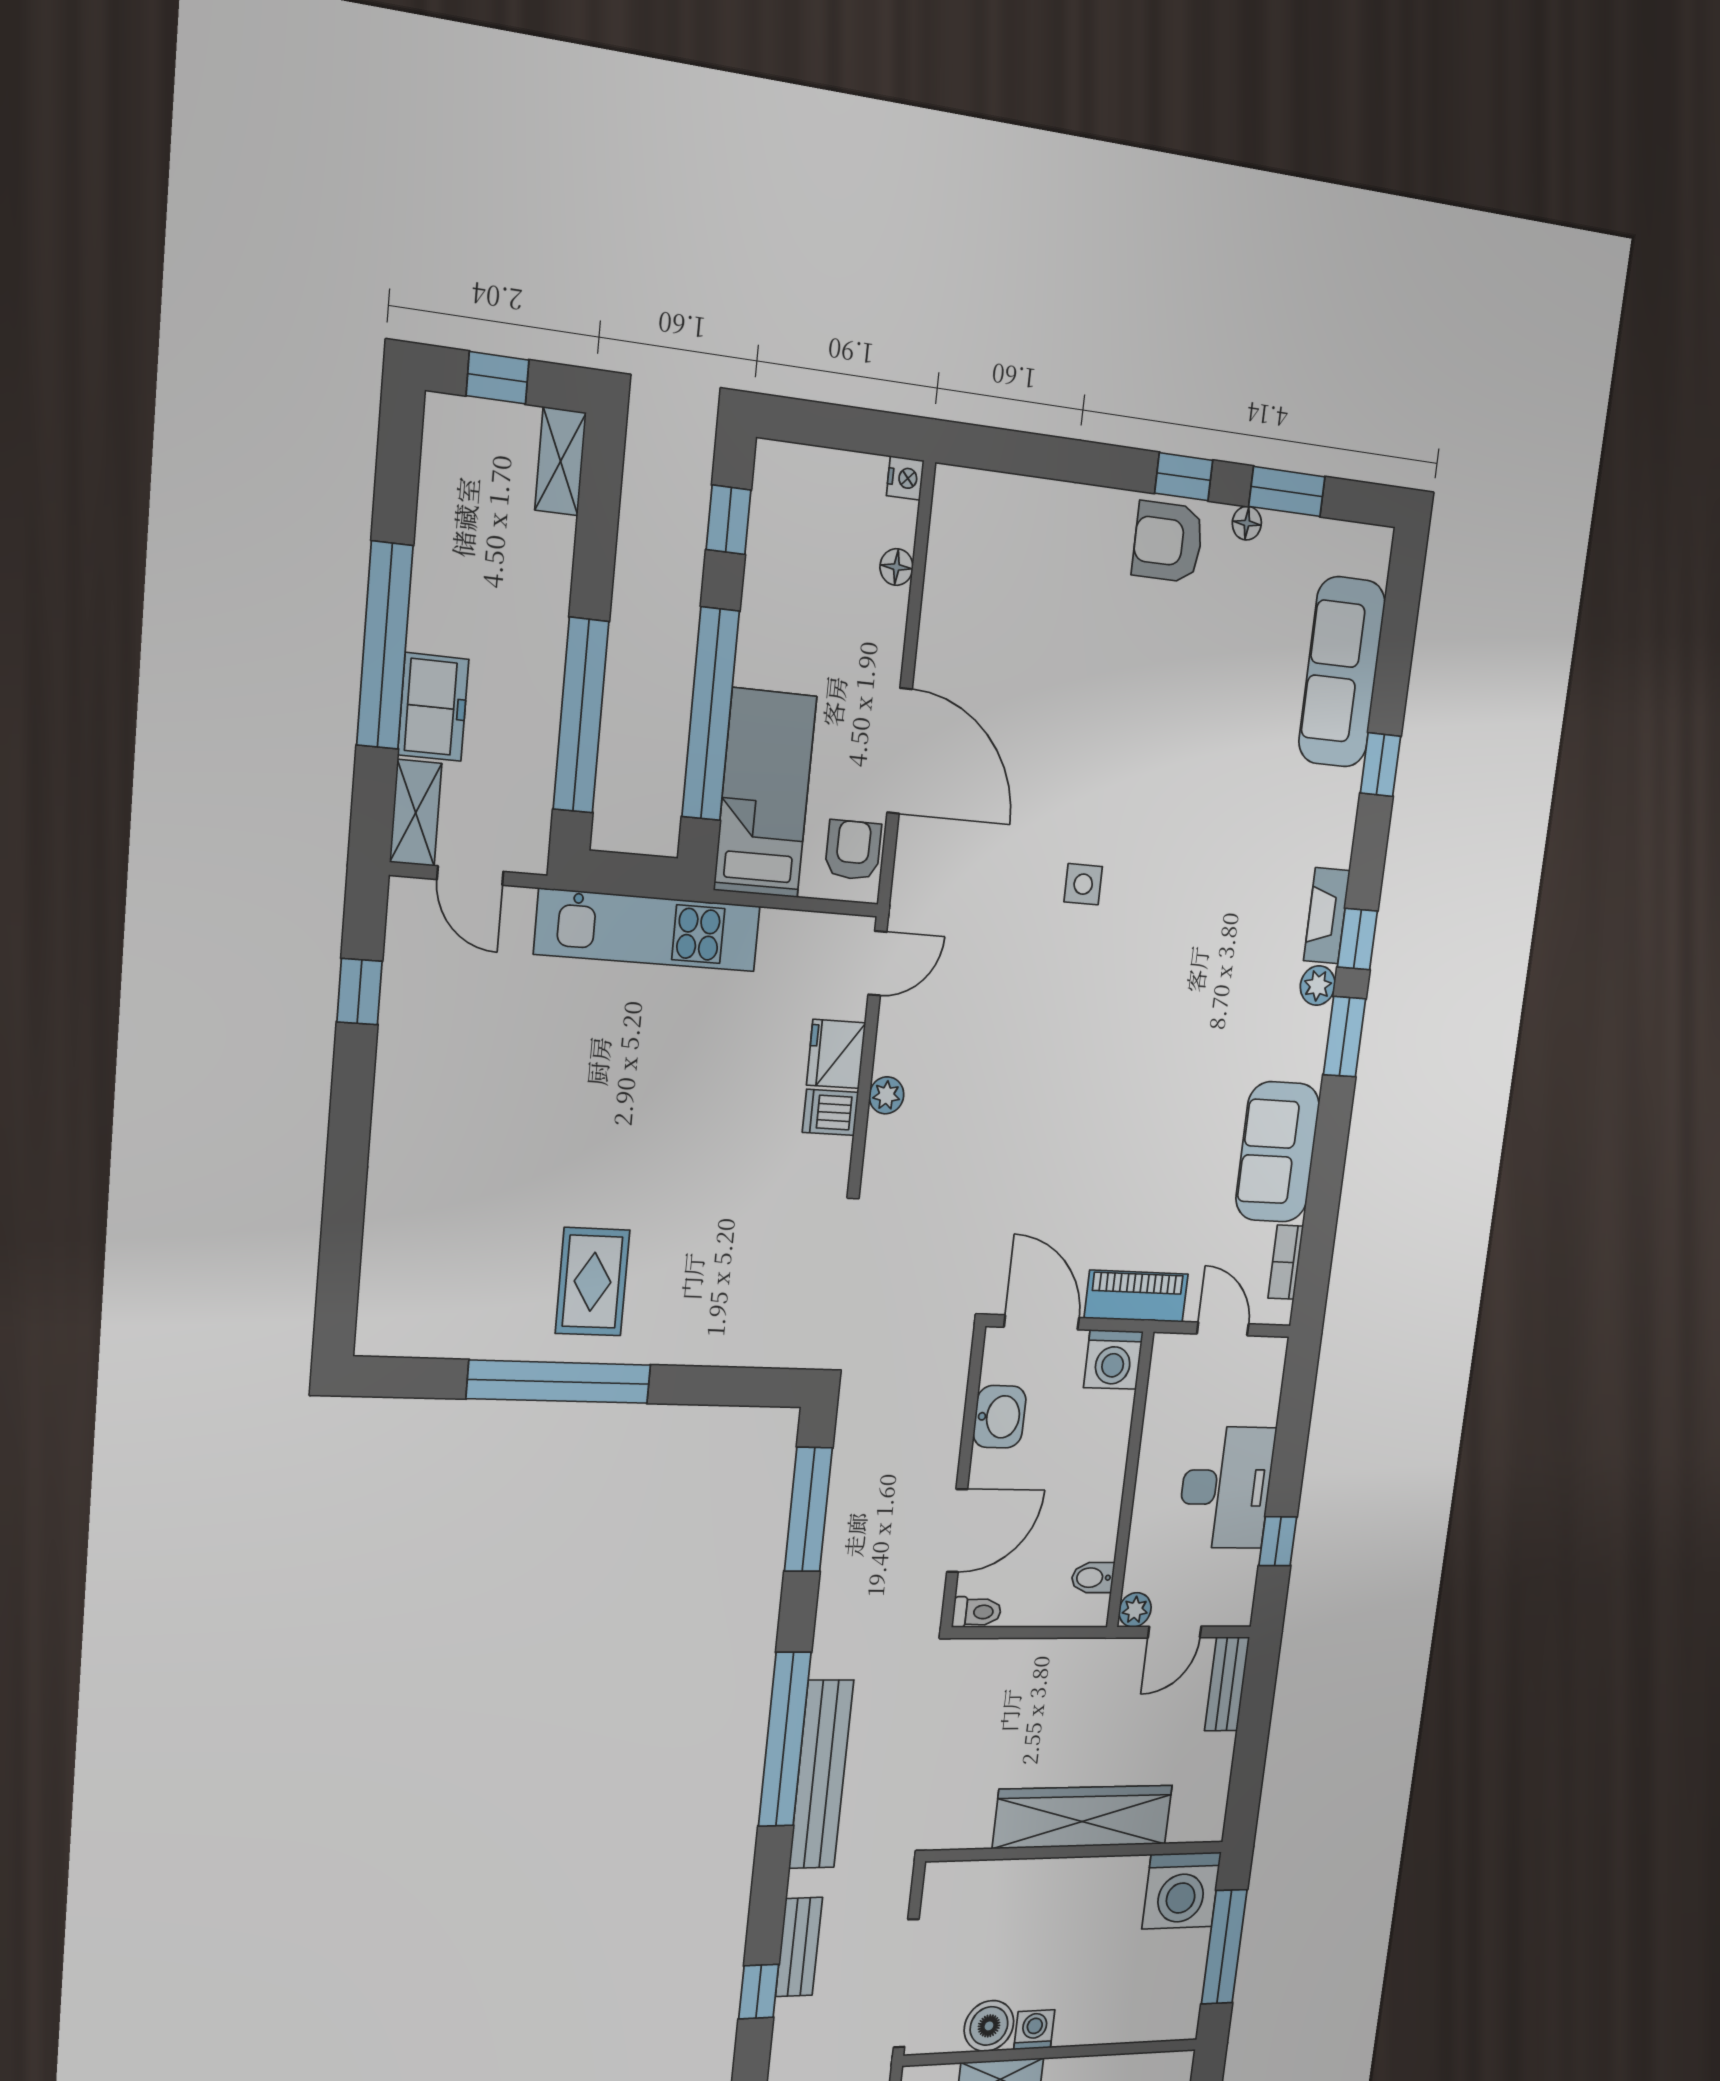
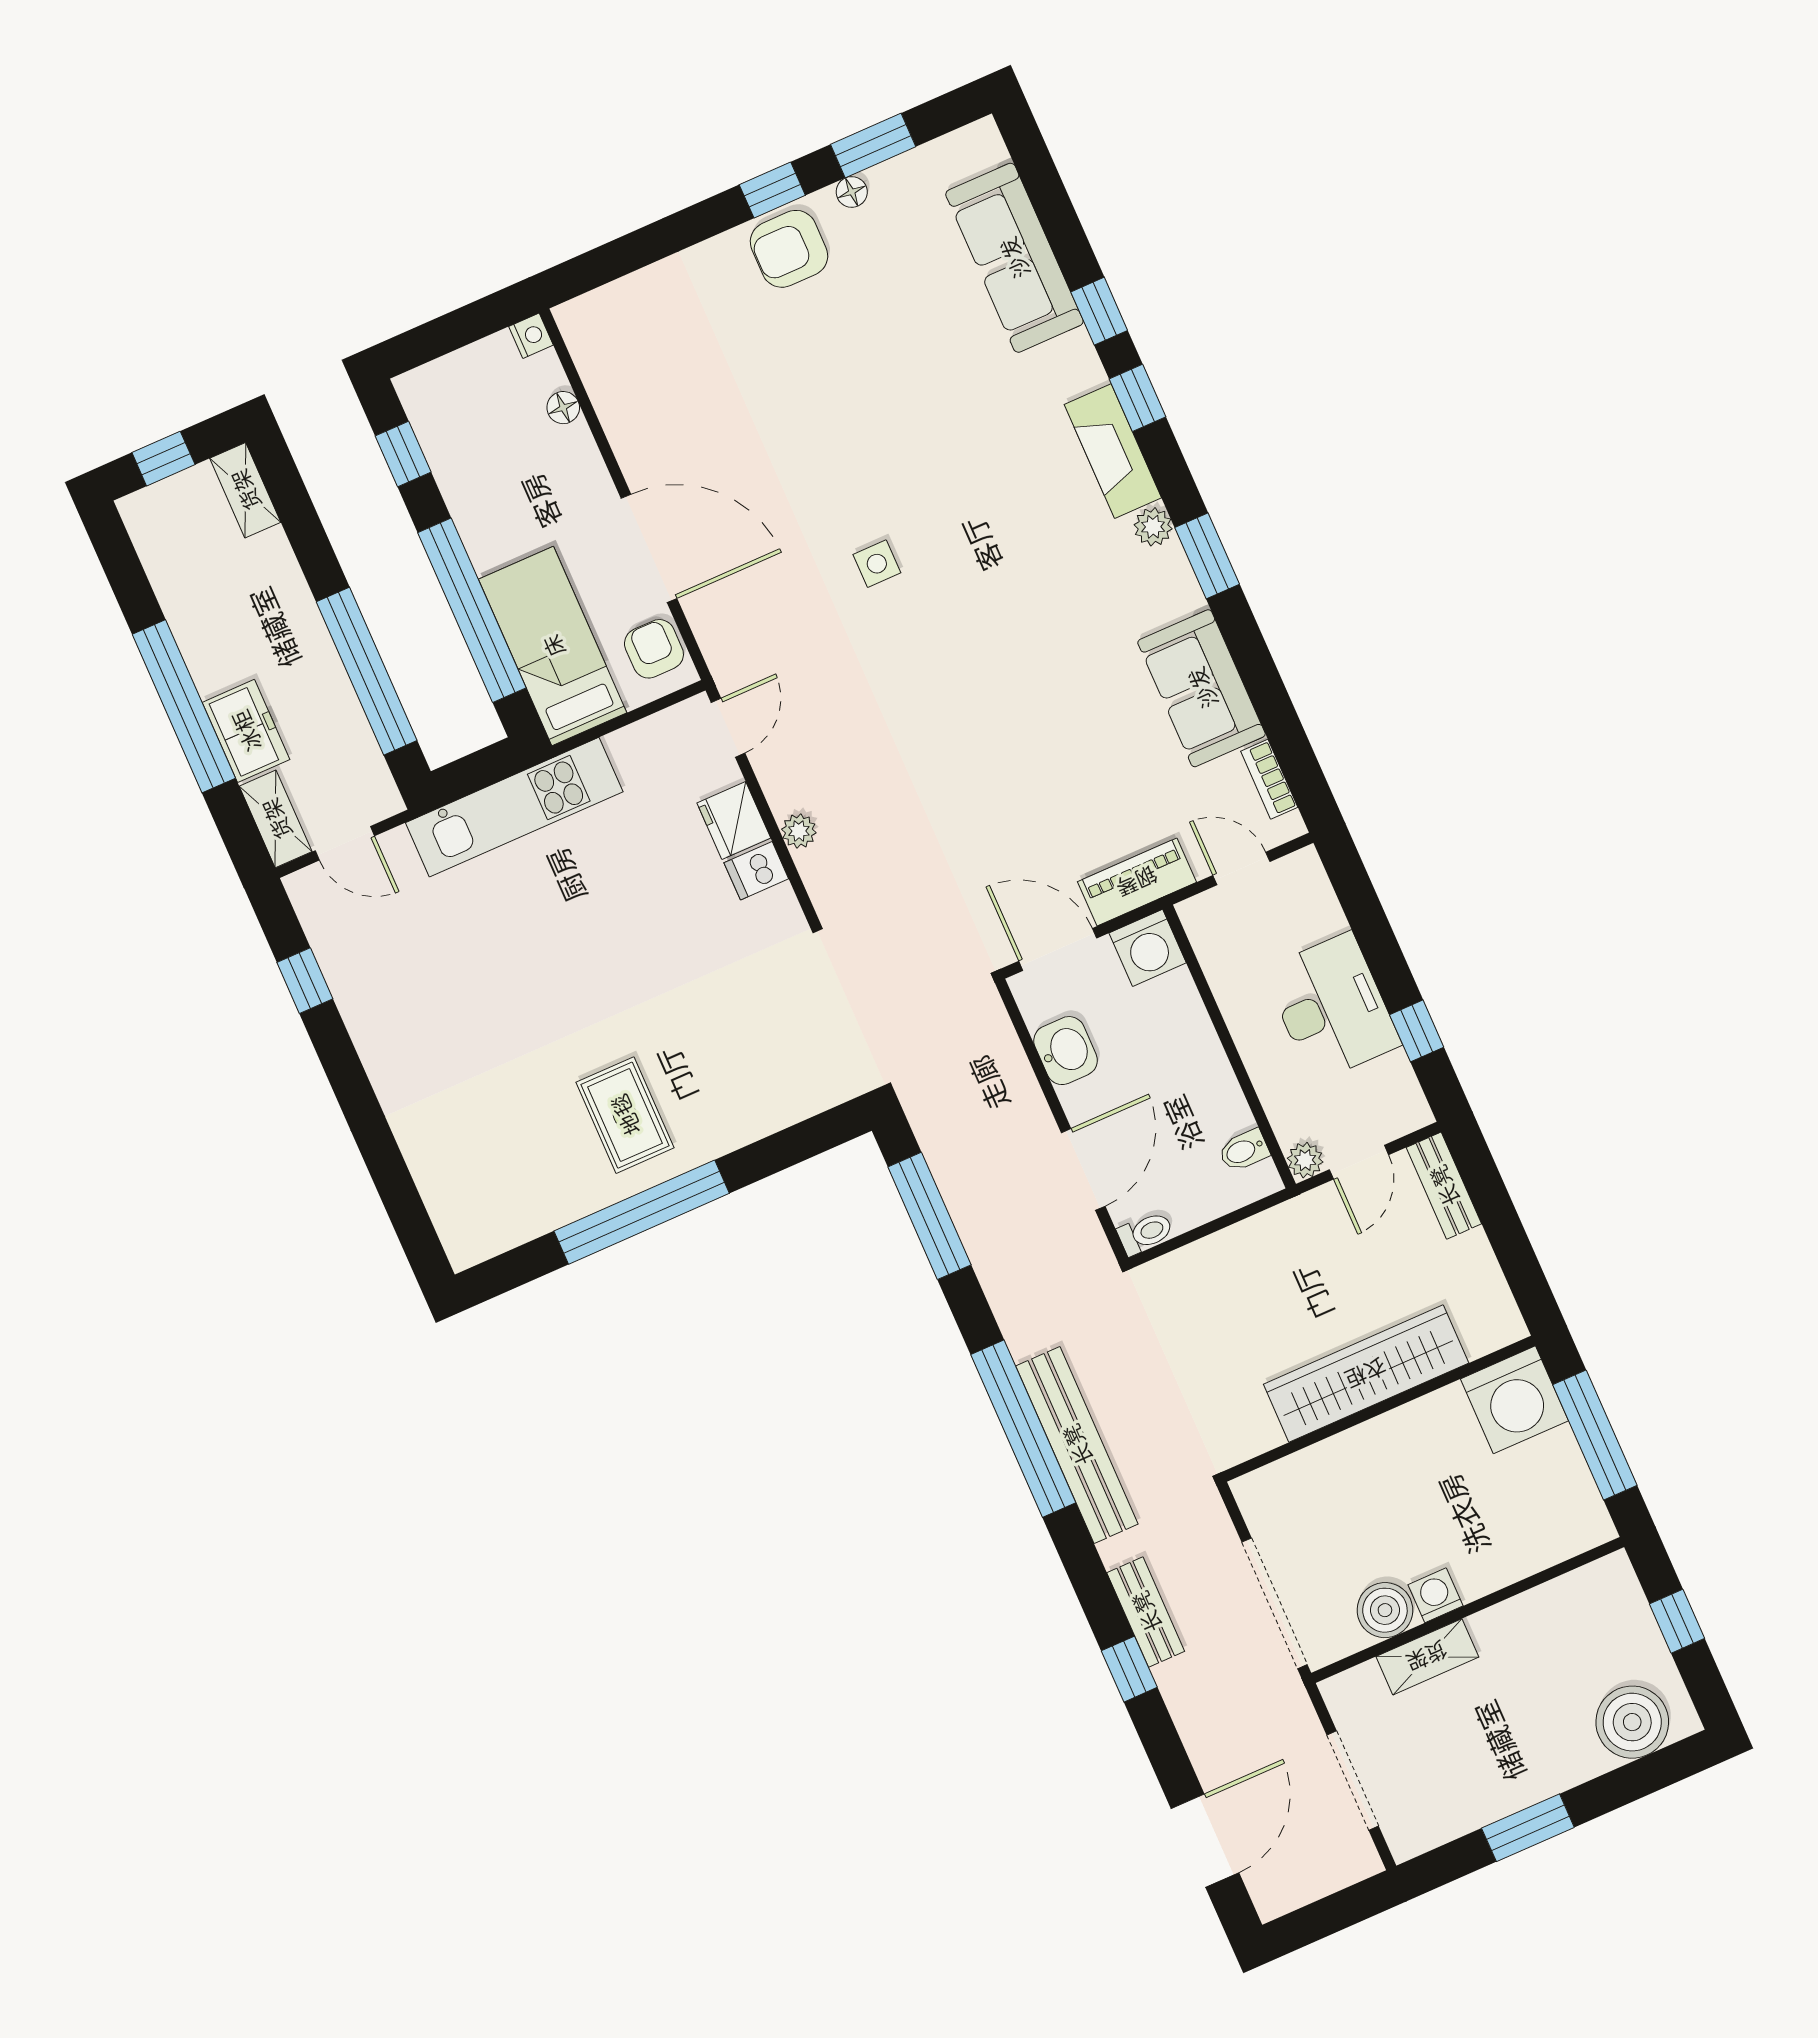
fireplace: (1327, 916) -> (1113, 451), width x1.37, depth x1.32
window: (1357, 939) -> (1137, 398), moved

